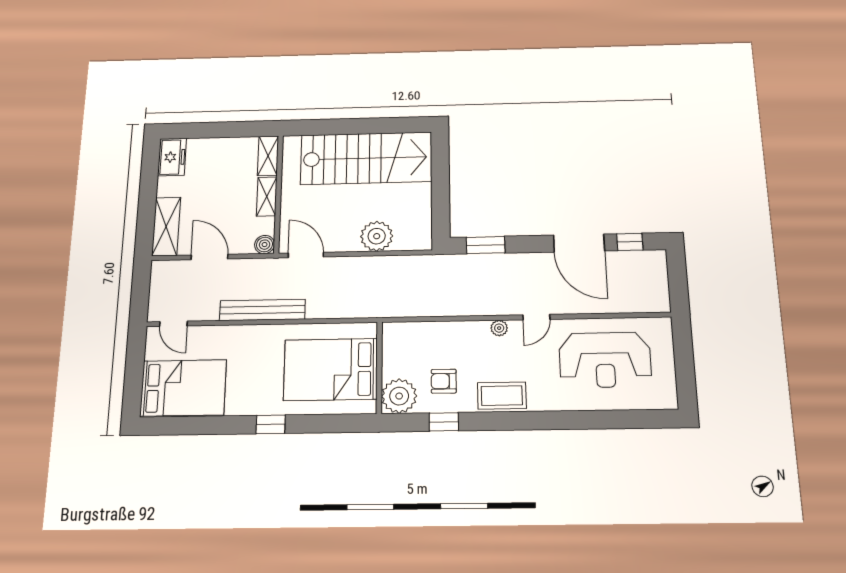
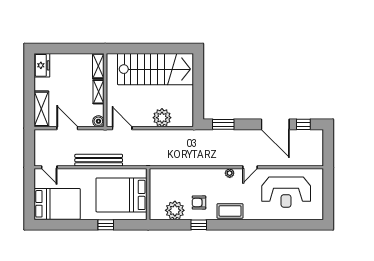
wall: (379, 367) -> (148, 194), moved
bed: (331, 369) -> (122, 195), moved

